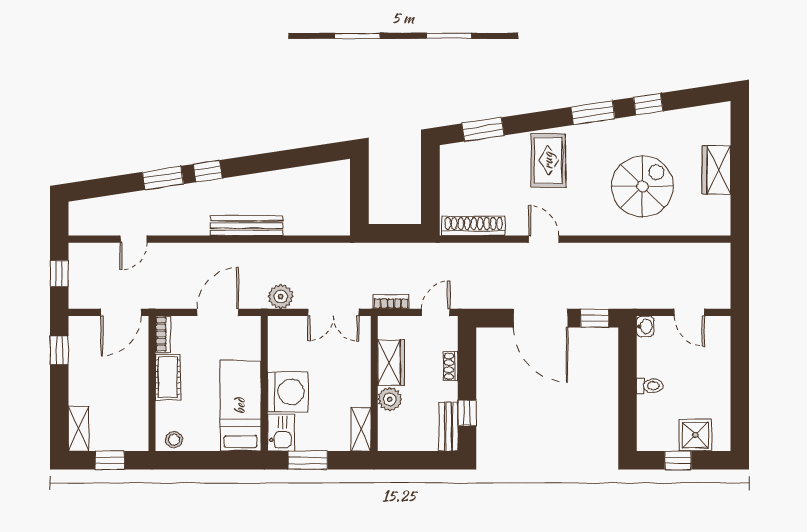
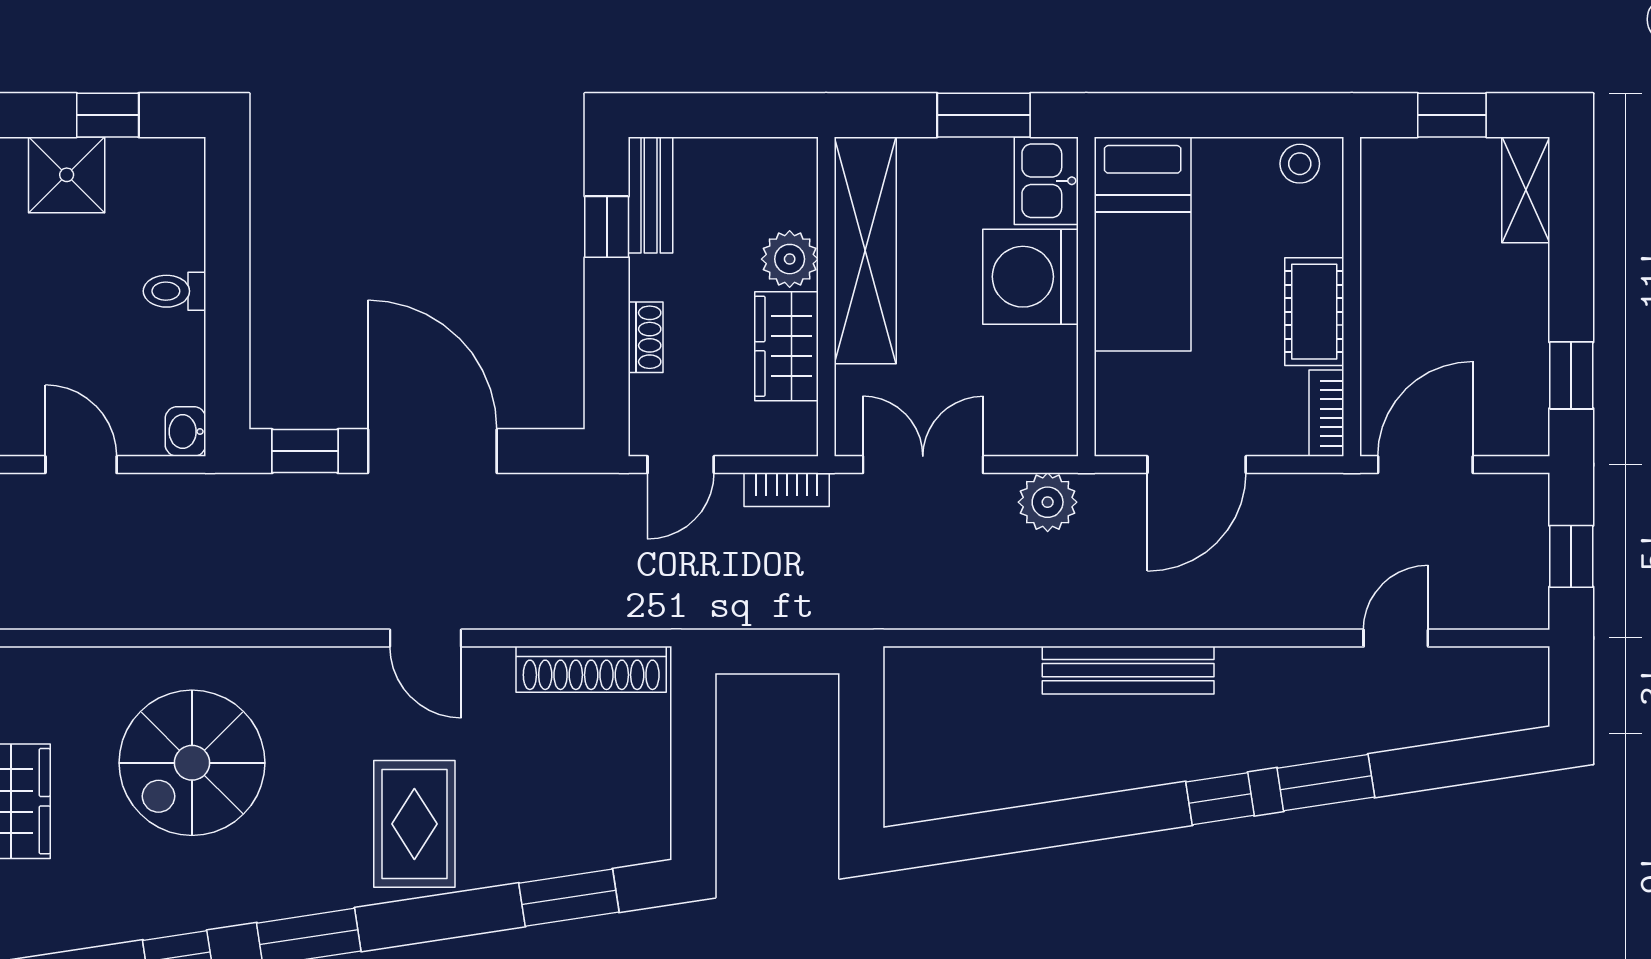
shelving: (361, 429) -> (865, 250), width x2.20, depth x1.33

